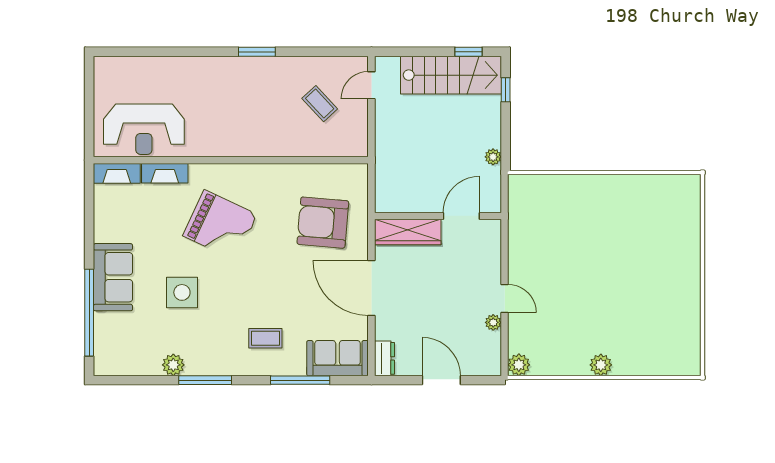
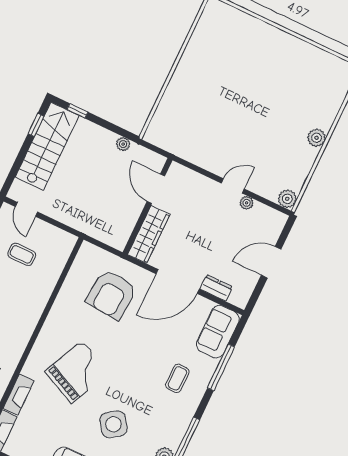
coffee table: (320, 104) -> (22, 254), turned 43
side table: (182, 292) -> (113, 424), turned -35
dresser: (384, 358) -> (216, 288), moved

